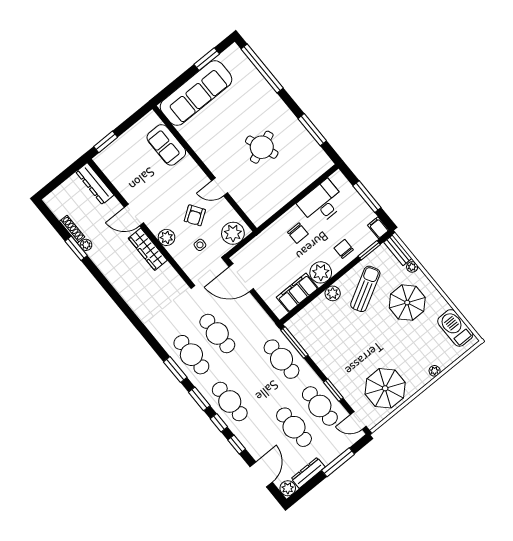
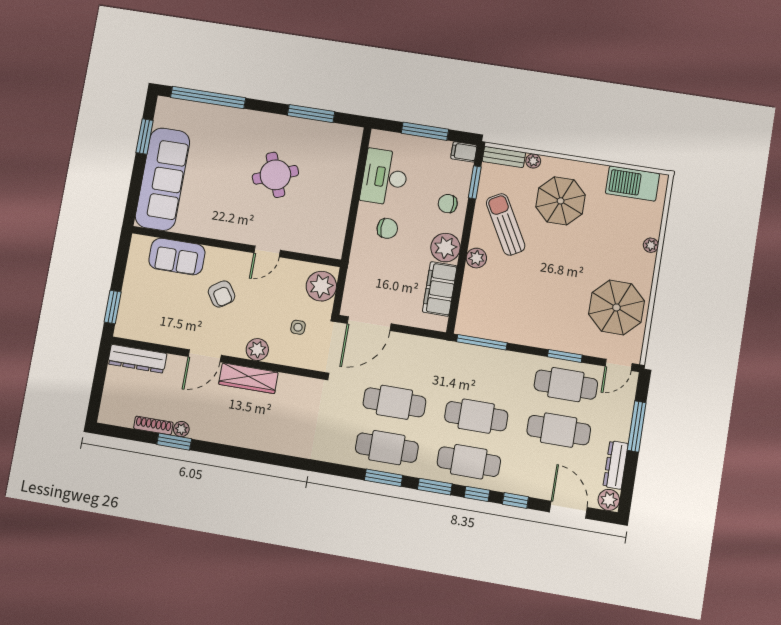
armchair: (195, 215) -> (222, 294), moved
cafe table: (282, 359) -> (476, 416), moved

